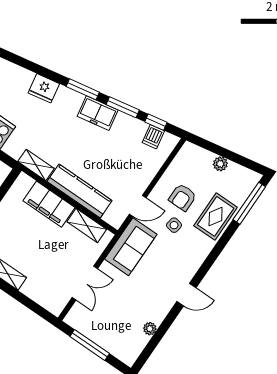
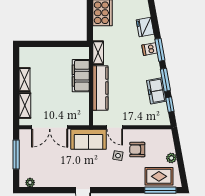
freezer: (98, 113) -> (156, 91), moved
dishwasher: (153, 137) -> (150, 49), moved
rug: (216, 216) -> (159, 176), moved
shelving: (87, 225) -> (25, 106), moved
double door: (85, 283) -> (50, 127), width x1.37
plant: (150, 329) -> (30, 183), moved

